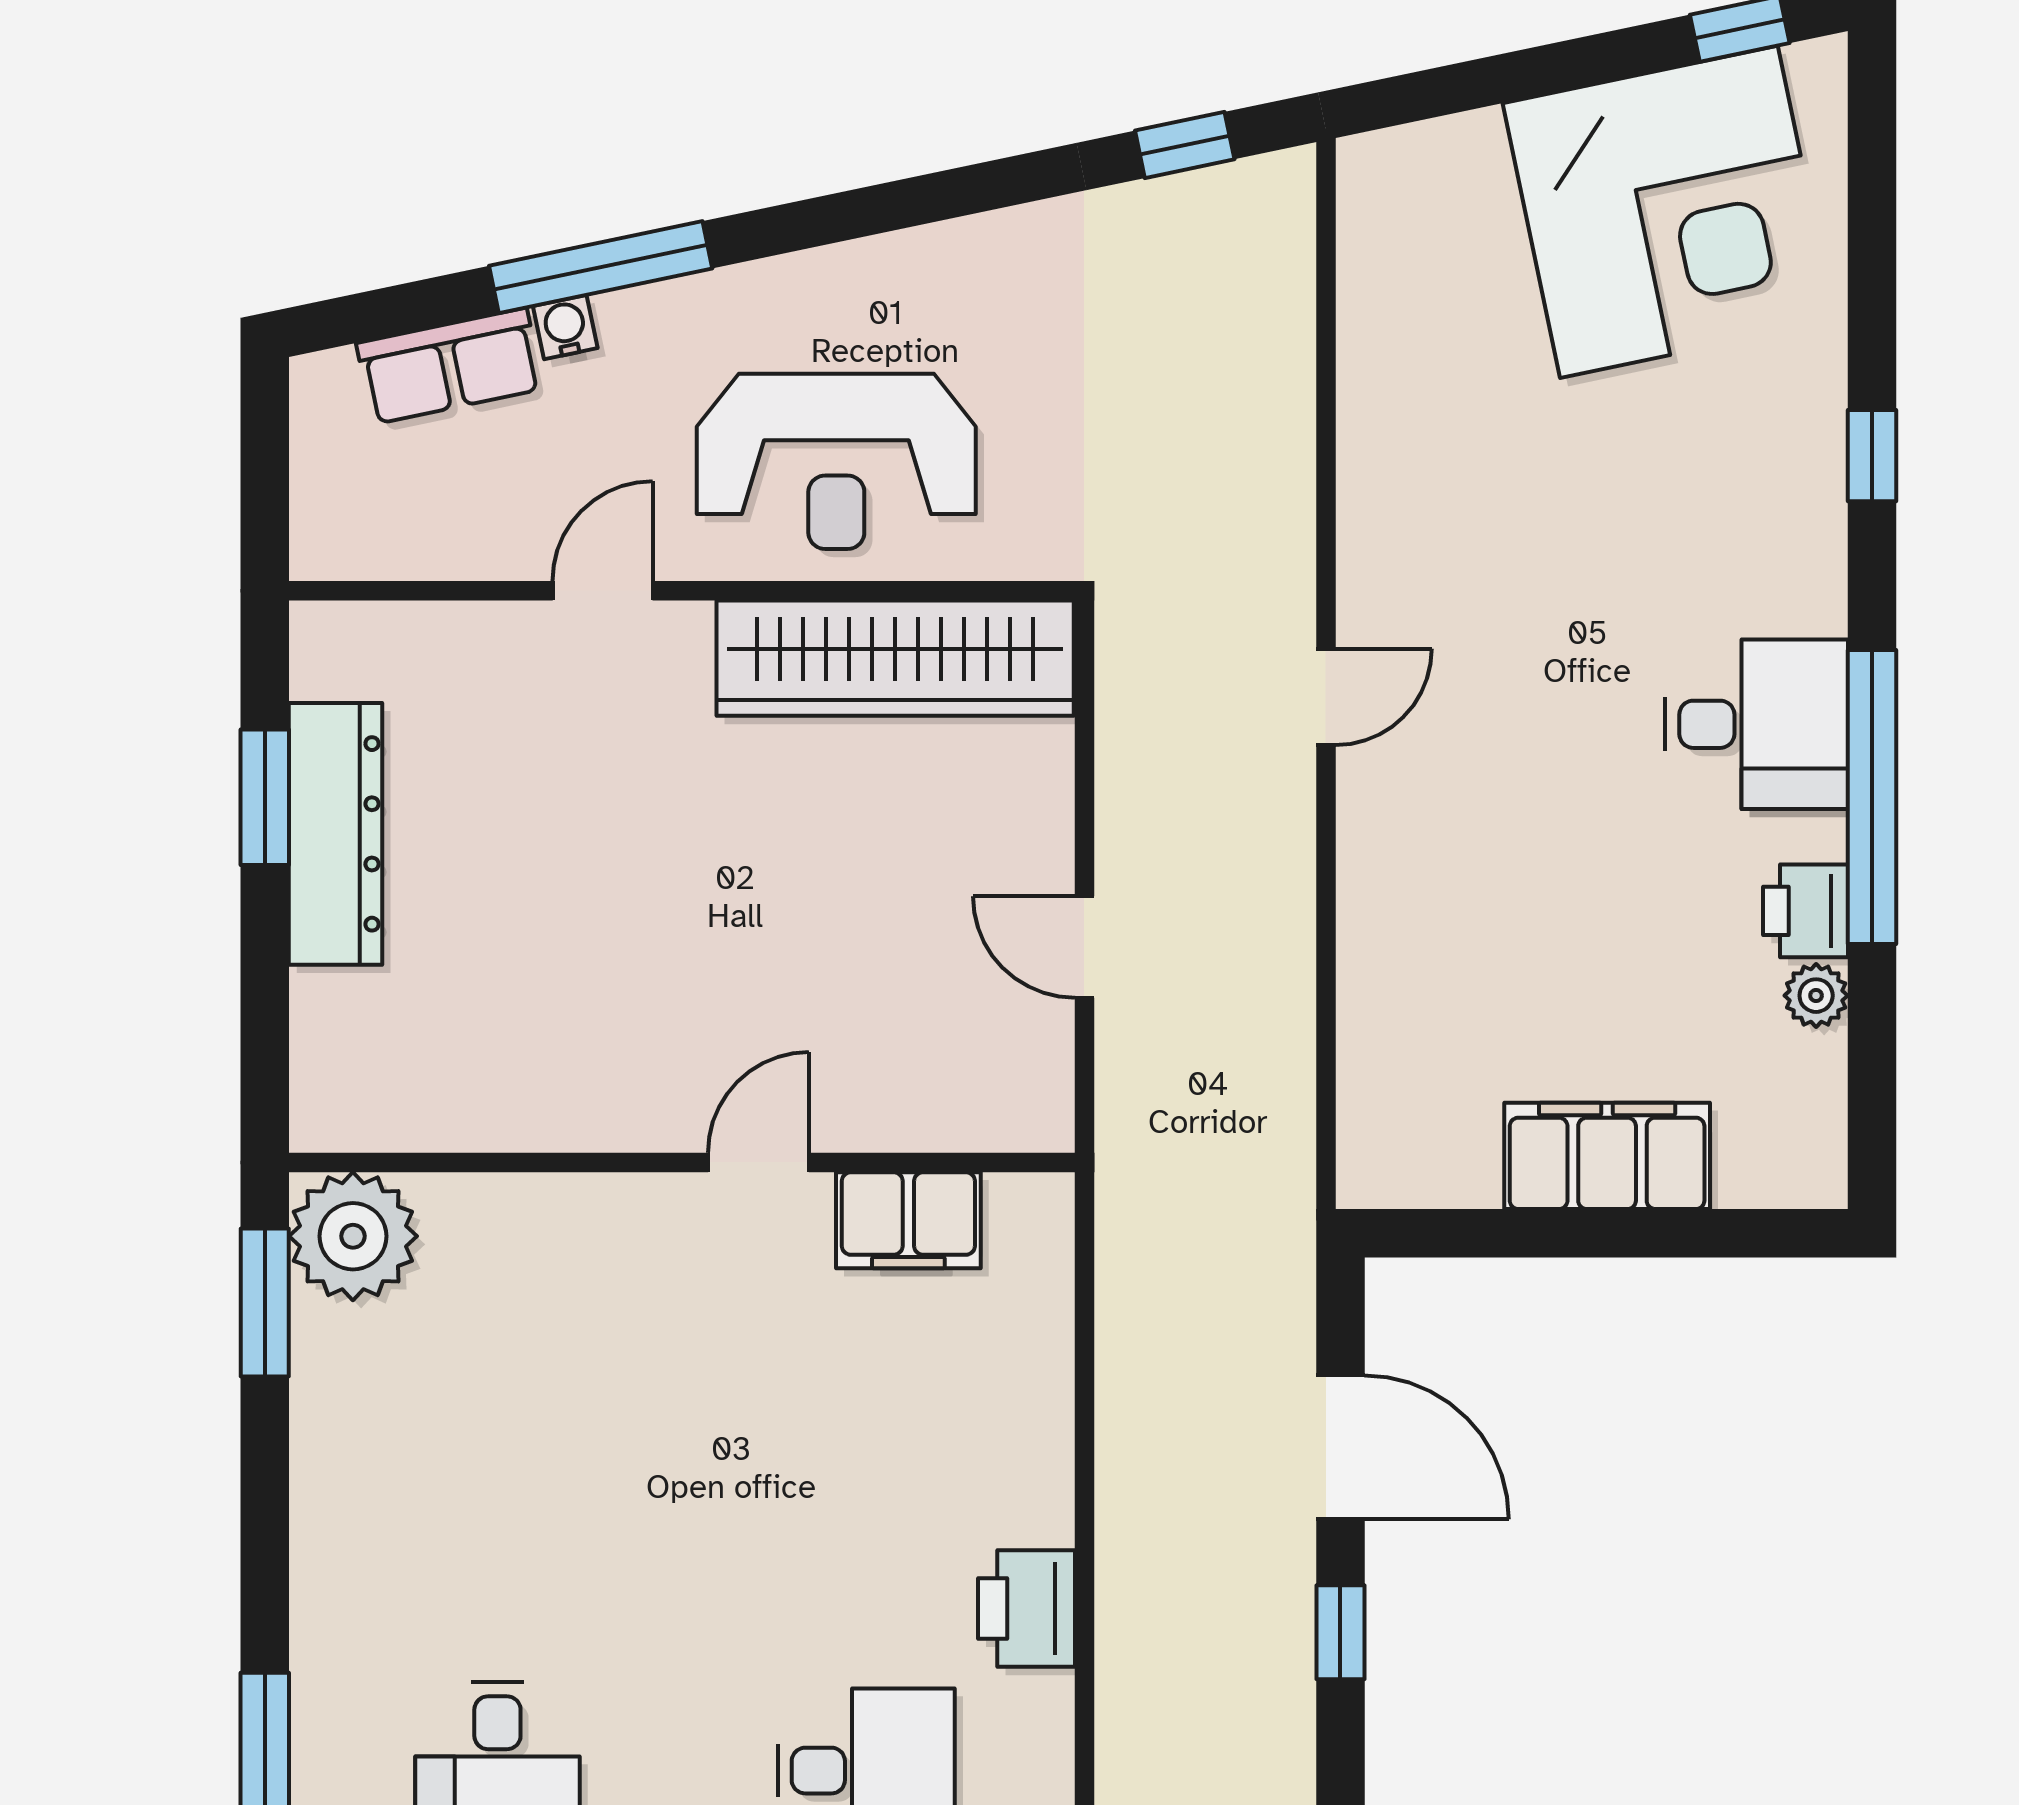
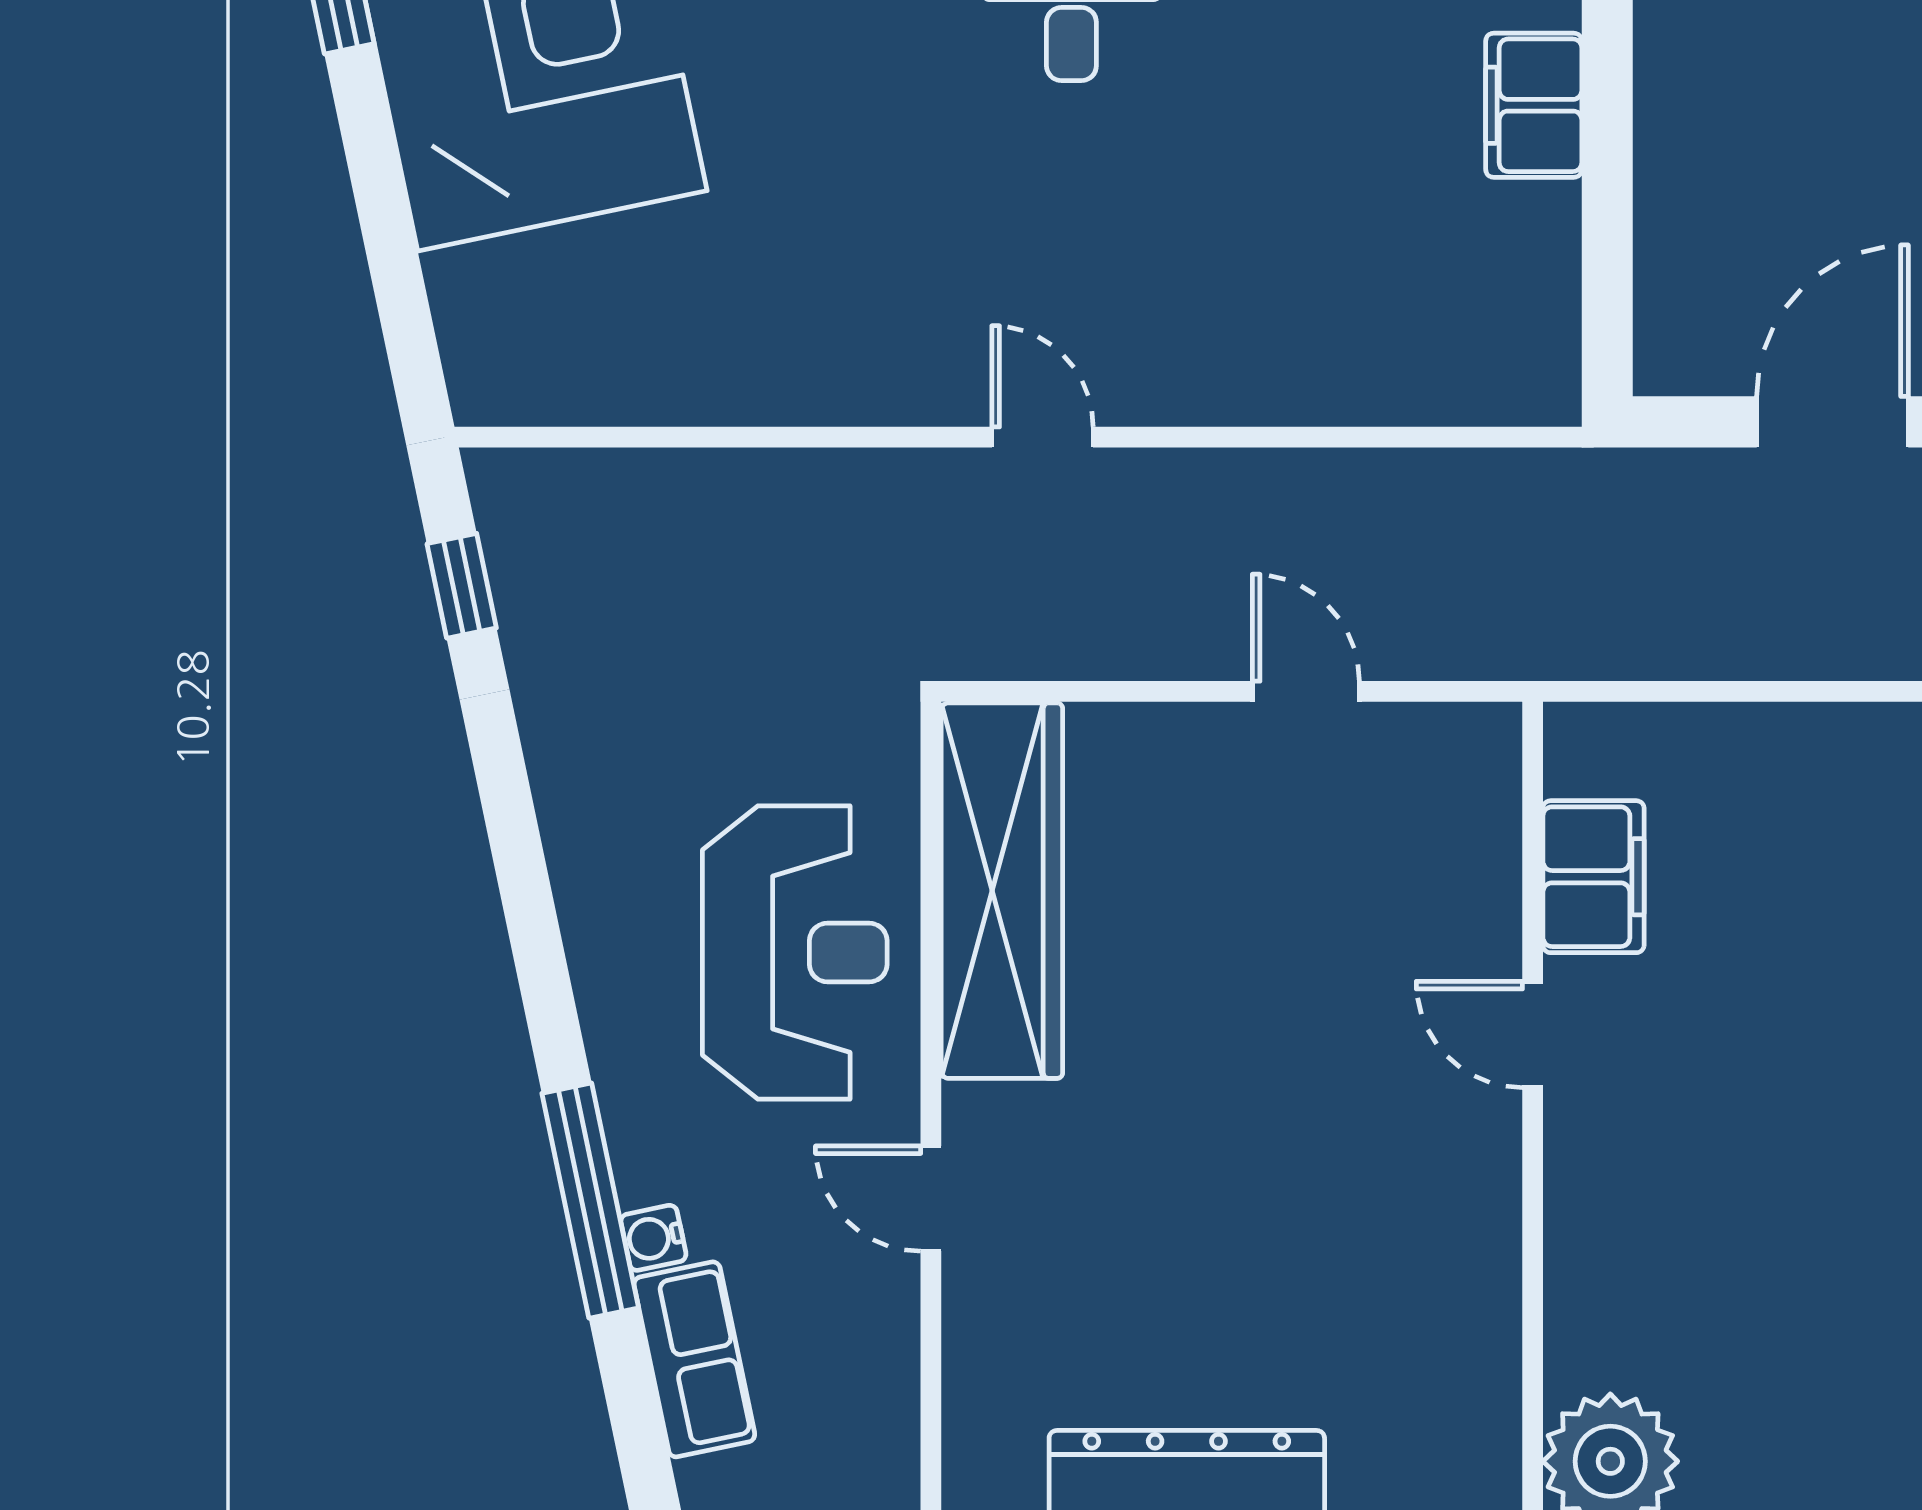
door: (1084, 947) -> (1306, 691), swing flipped
filing cabinet: (1607, 1156) -> (1534, 105), width x0.67, depth x0.86

